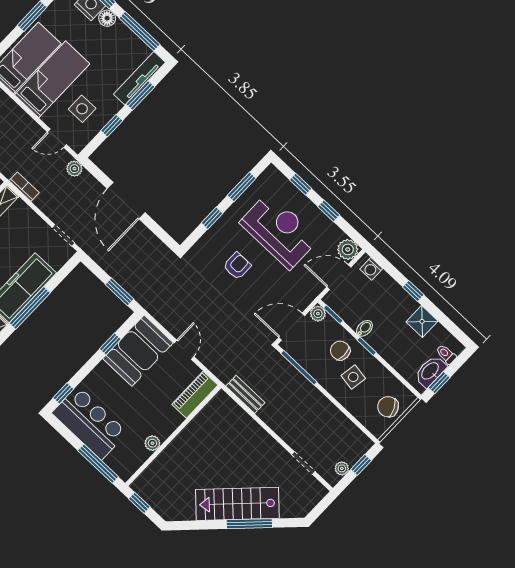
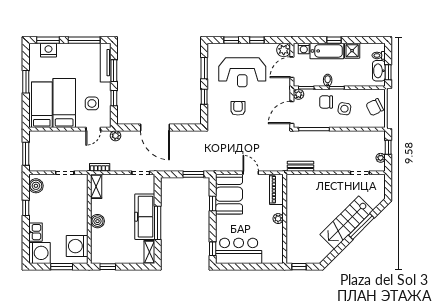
floor lamp: (107, 18) -> (63, 49), removed
reception desk: (279, 231) -> (242, 72), turned 180
bathtub: (394, 295) -> (327, 51), added
plant: (152, 443) -> (278, 219), moved
window: (98, 464) -> (261, 267), removed

